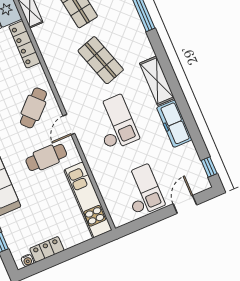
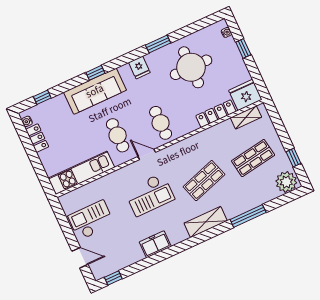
shelving: (157, 81) -> (206, 222), moved
cafe table: (33, 108) -> (161, 123), turned 44
freezer: (174, 124) -> (155, 244), width x0.71
checkout: (142, 190) -> (91, 220), turned 180

